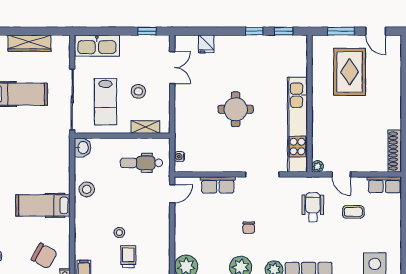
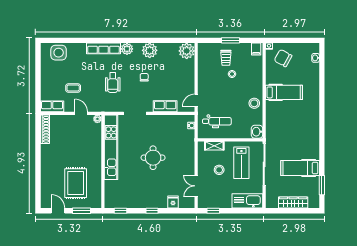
window: (254, 31) -> (152, 211), moved
lab bench: (105, 102) -> (241, 163), turned 180
wheelchair: (313, 207) -> (113, 83), moved

